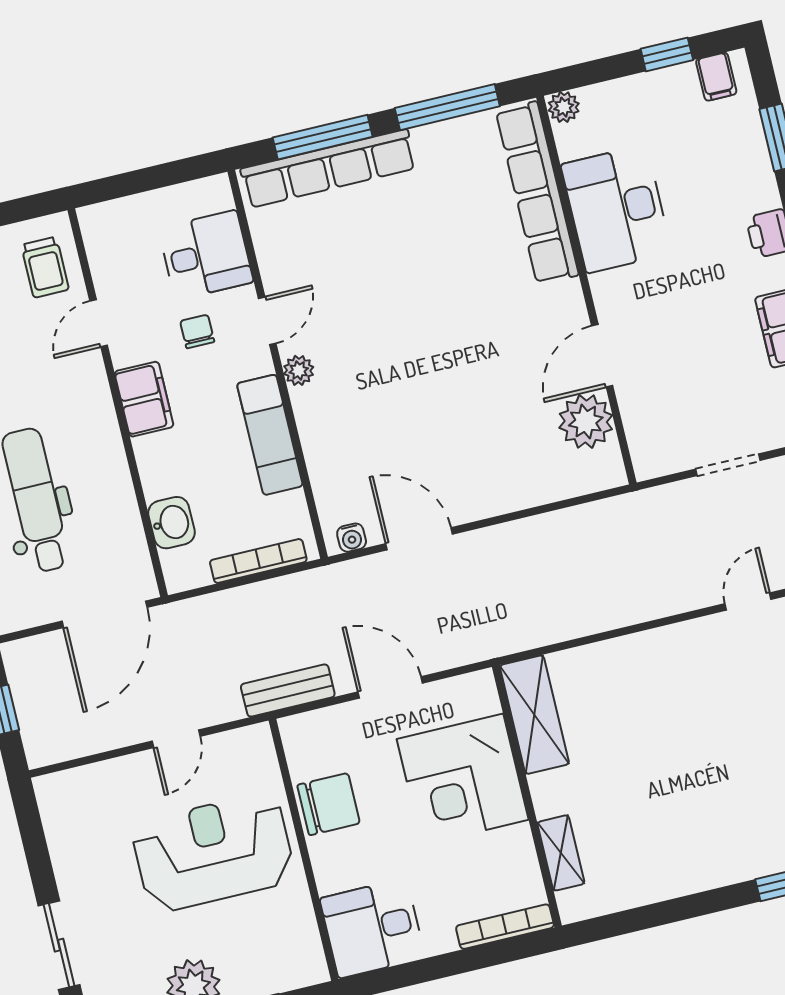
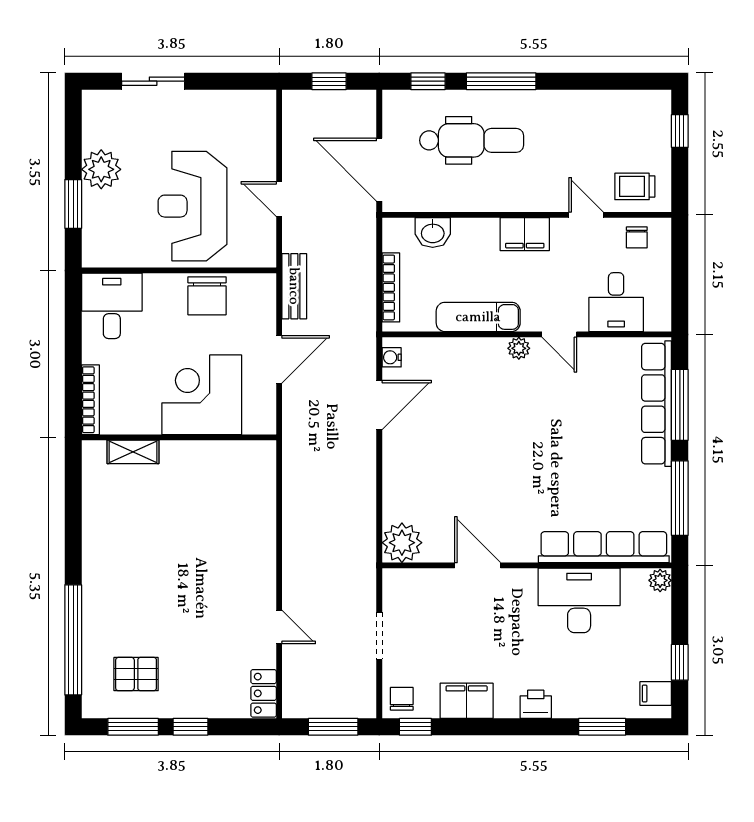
chair: (197, 331) -> (637, 237), moved, turned 90
plant: (586, 421) -> (402, 543), moved
shelving: (534, 715) -> (235, 457), removed
reception desk: (213, 852) -> (193, 206), turned 180

